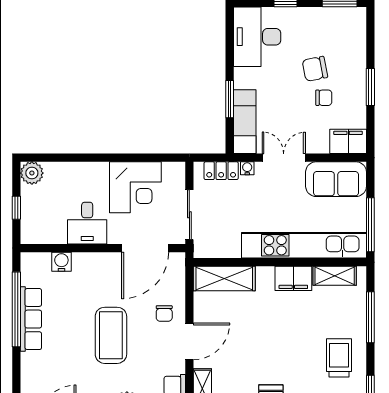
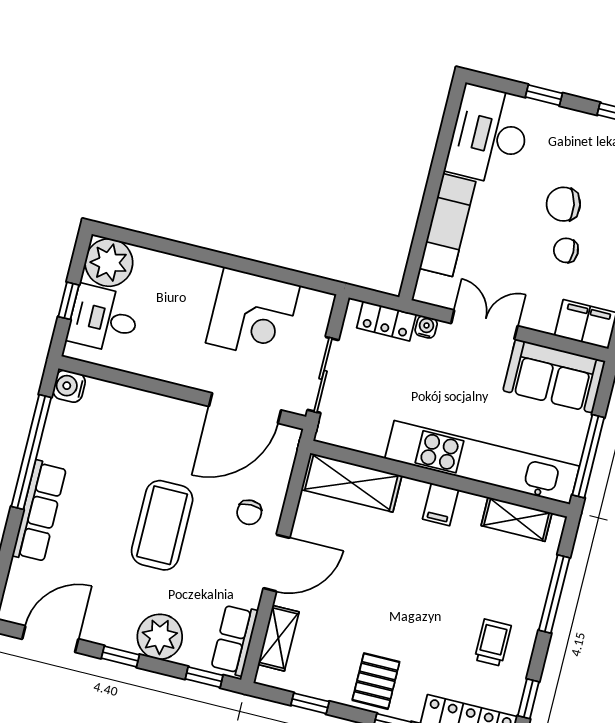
chair: (324, 98) -> (566, 250), turned 180
window: (230, 99) -> (425, 218), removed
exam couch: (245, 122) -> (448, 225), moved
plant: (32, 173) -> (109, 263), width x1.36, depth x1.36
desk: (87, 223) -> (104, 319), moved, turned 90
water cooler: (61, 262) -> (69, 386), moved, turned -90
filing cabinet: (293, 278) -> (441, 504), width x0.50
row of seats: (31, 319) -> (39, 511), moved
trolley: (339, 358) -> (493, 643), width x0.73, depth x0.72

